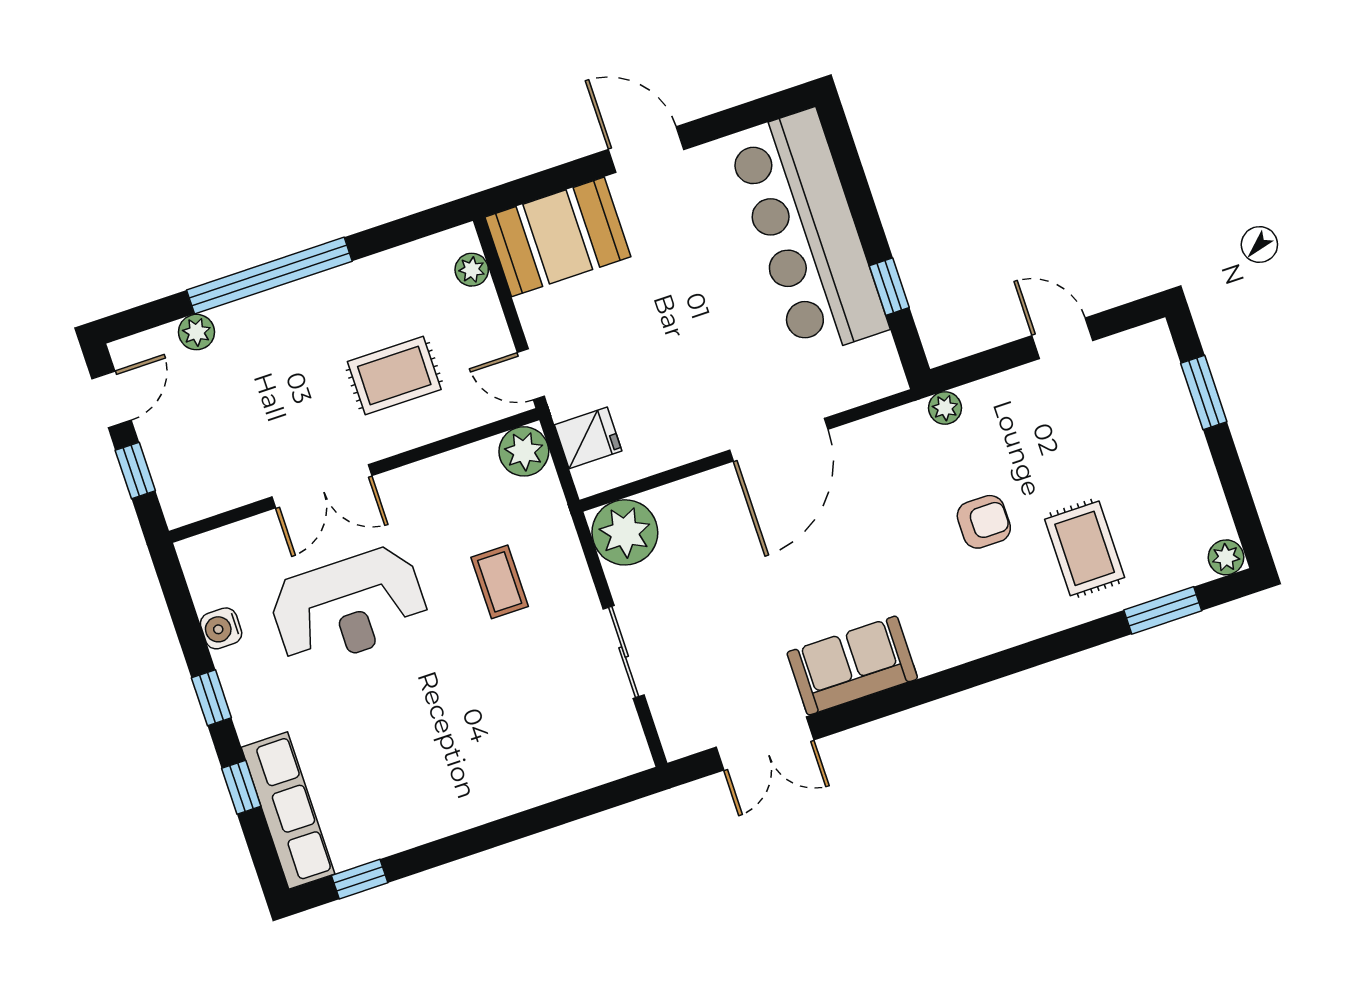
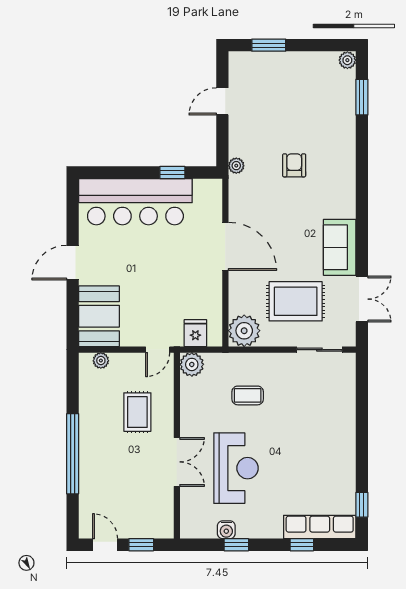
plant: (197, 332) -> (87, 496), removed
rug: (1085, 548) -> (296, 301), moved, width x1.36, depth x1.43
sliding door: (624, 652) -> (319, 350), moved
window: (211, 698) -> (236, 545), moved

